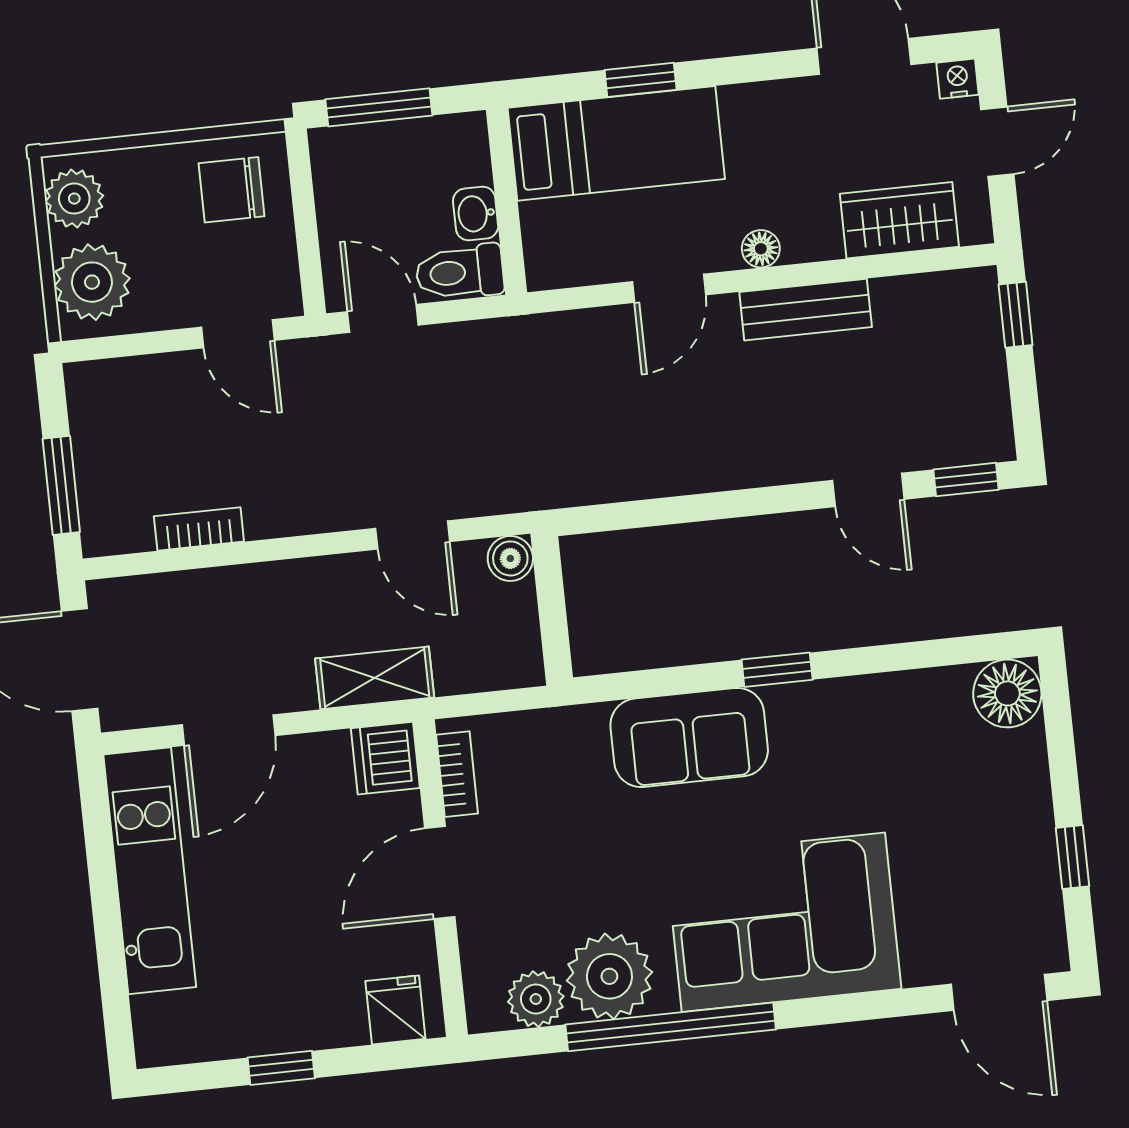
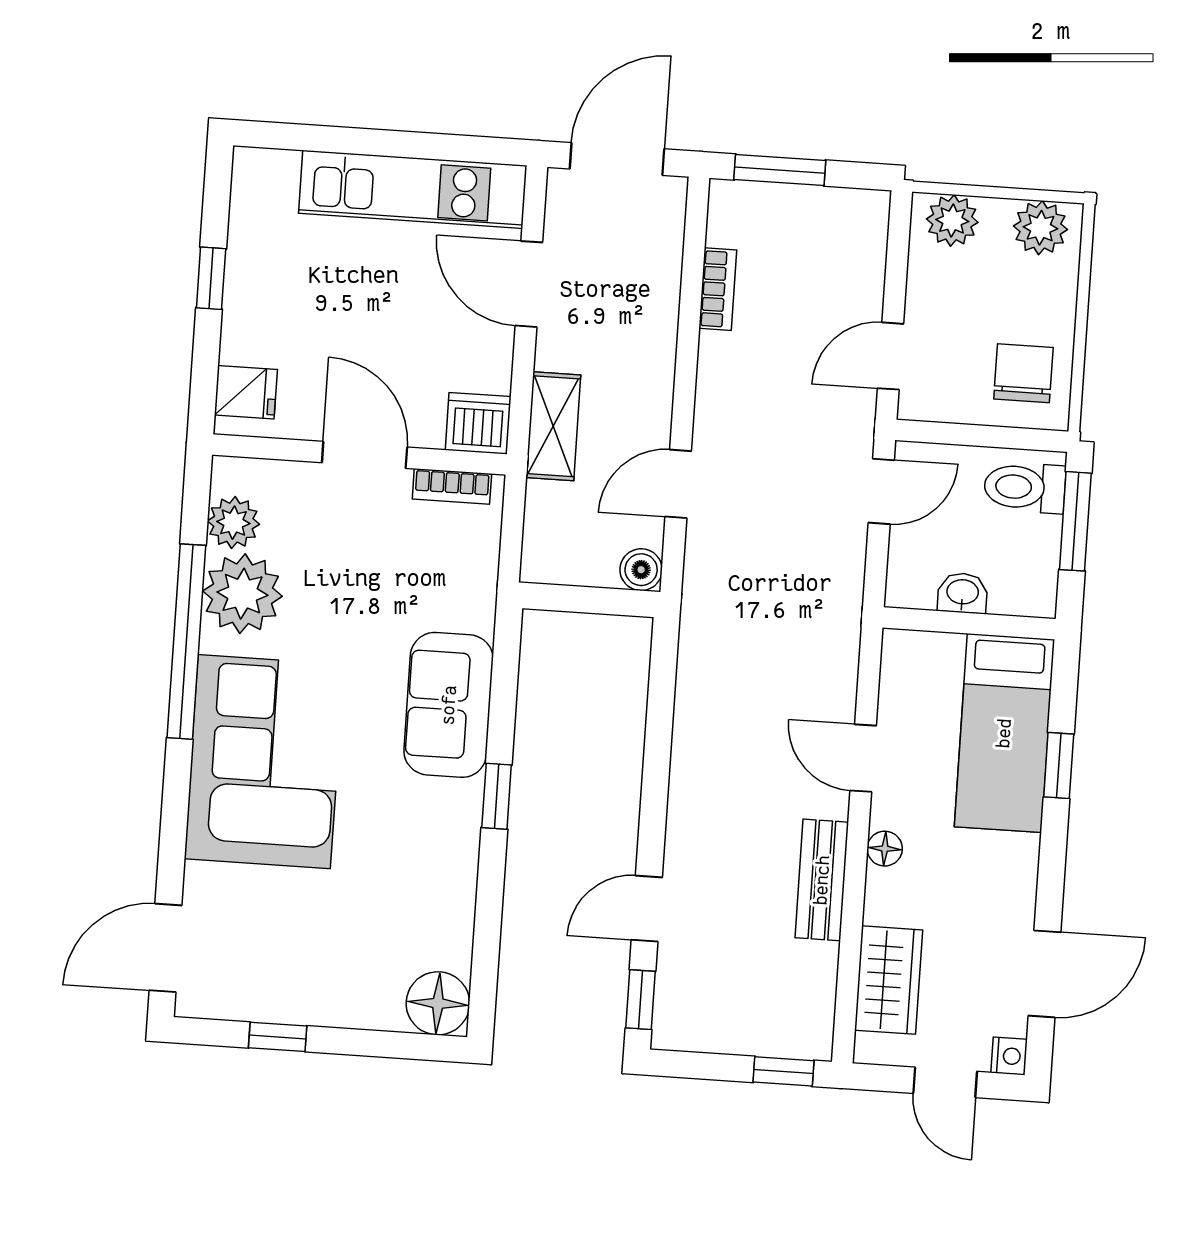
toilet: (460, 272) -> (1025, 487), moved, turned -90
plant: (92, 282) -> (952, 221), width x0.73, depth x0.73

